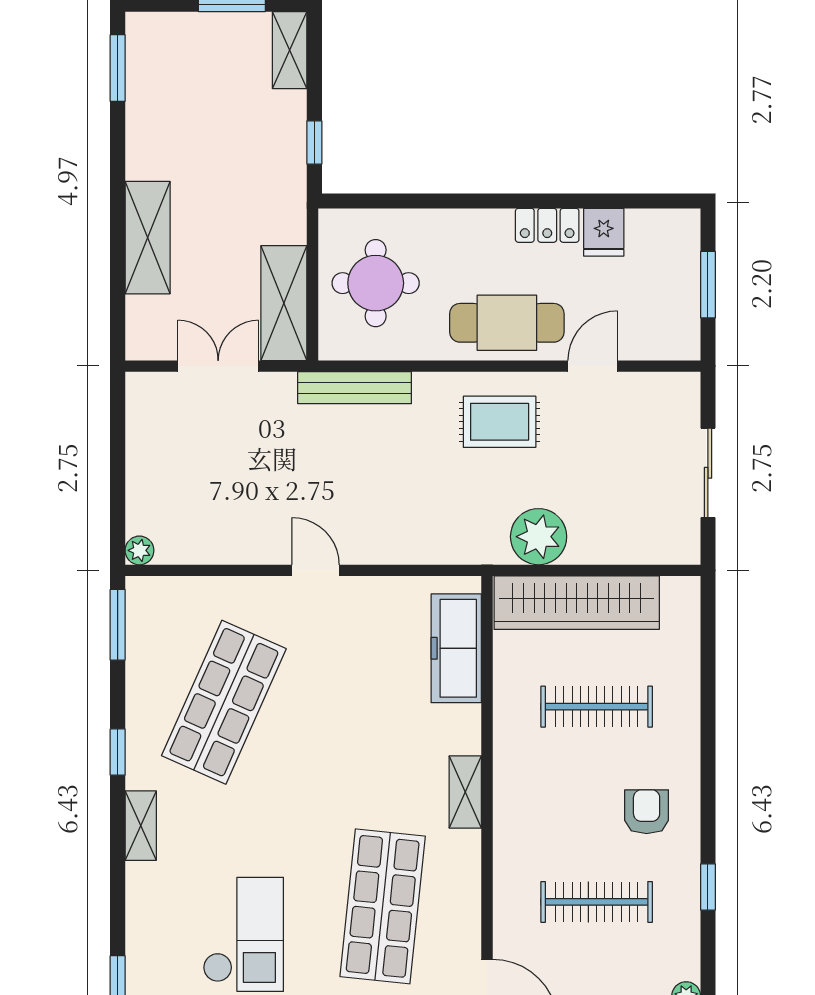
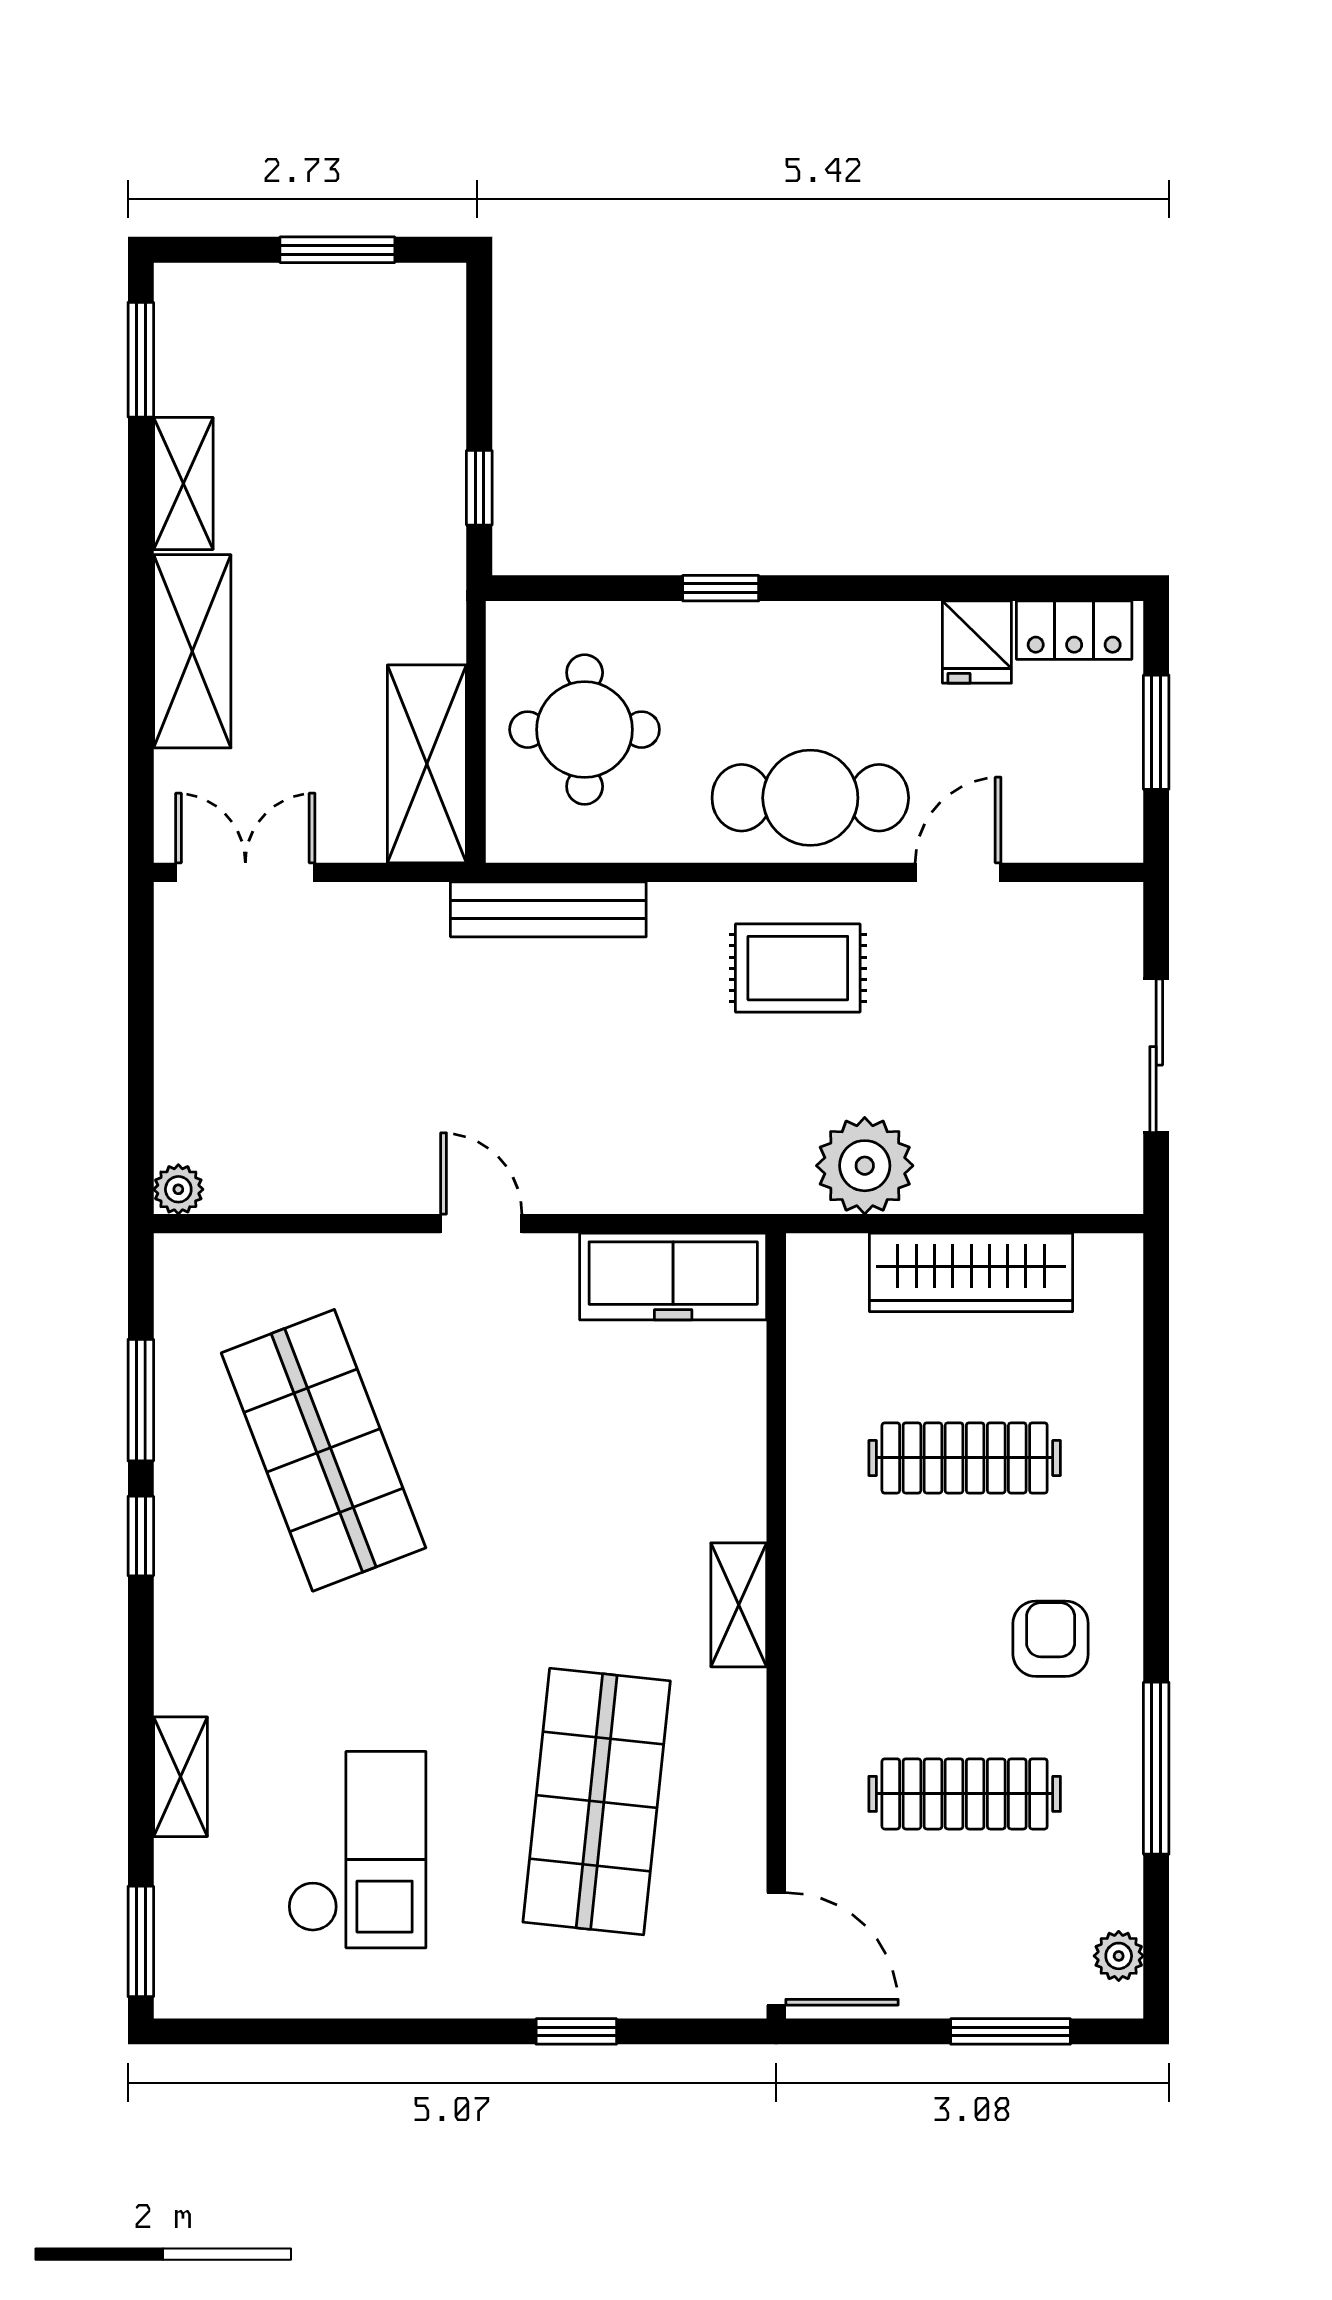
shelving: (290, 50) -> (183, 483), moved
window: (455, 201) -> (721, 588), added
locker: (547, 225) -> (1074, 630), moved
double door: (218, 366) -> (245, 872), moved
wardrobe: (577, 603) -> (971, 1272), width x0.71, depth x0.85
window: (118, 625) -> (141, 1400), moved
freezer: (456, 648) -> (673, 1277), moved, turned -90
shop shelf: (224, 702) -> (324, 1450), turned -45
shelving: (141, 826) -> (181, 1777), moved
window: (708, 887) -> (1156, 1768), width x2.17

